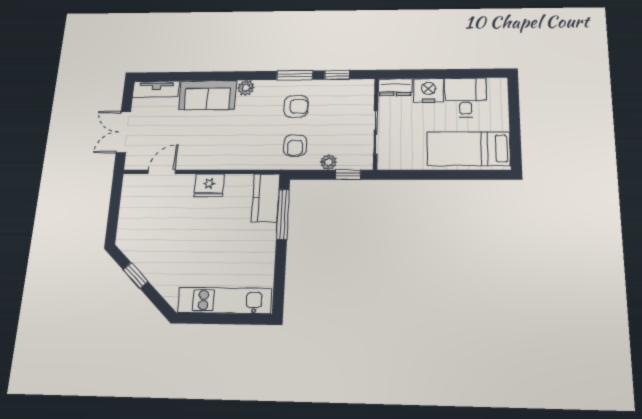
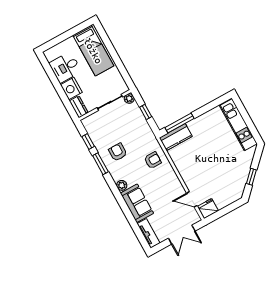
armchair: (295, 145) -> (153, 160), moved
plant: (329, 162) -> (129, 99), moved
window: (348, 175) -> (146, 112), moved
fridge: (209, 185) -> (208, 209), moved, turned -90

